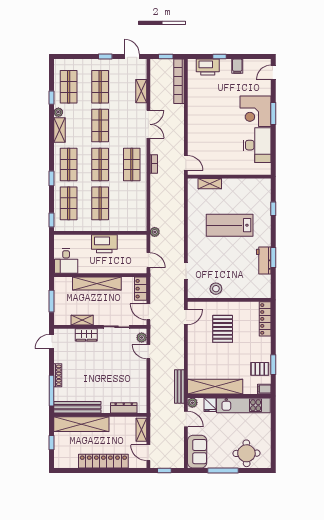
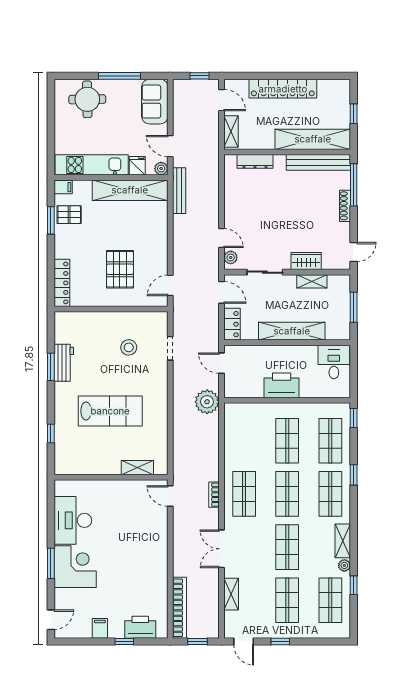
plant: (155, 232) -> (207, 402), width x1.87, depth x1.87
stool: (216, 289) -> (129, 347), moved

